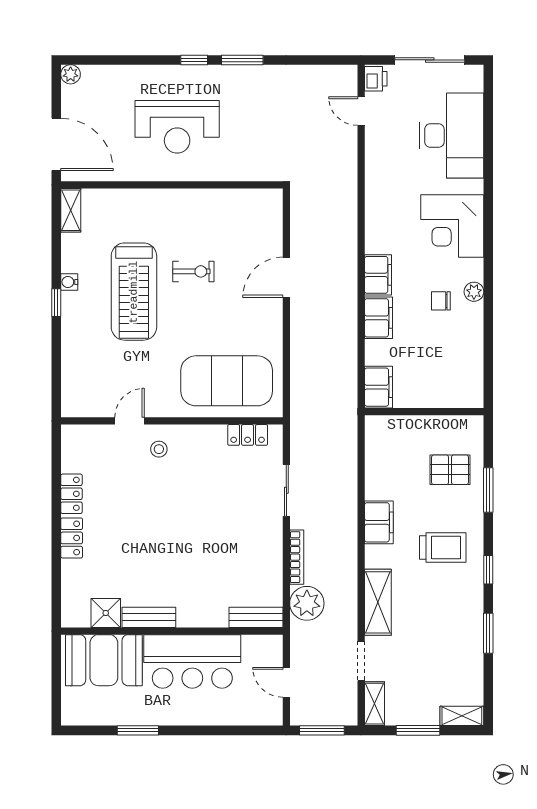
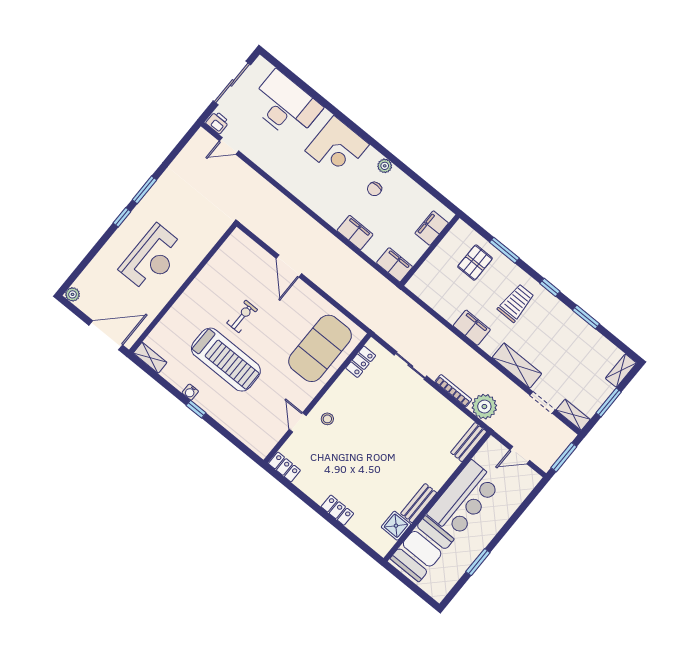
filing cabinet: (378, 275) -> (432, 228), moved, turned -90
locker: (71, 494) -> (284, 467), moved

